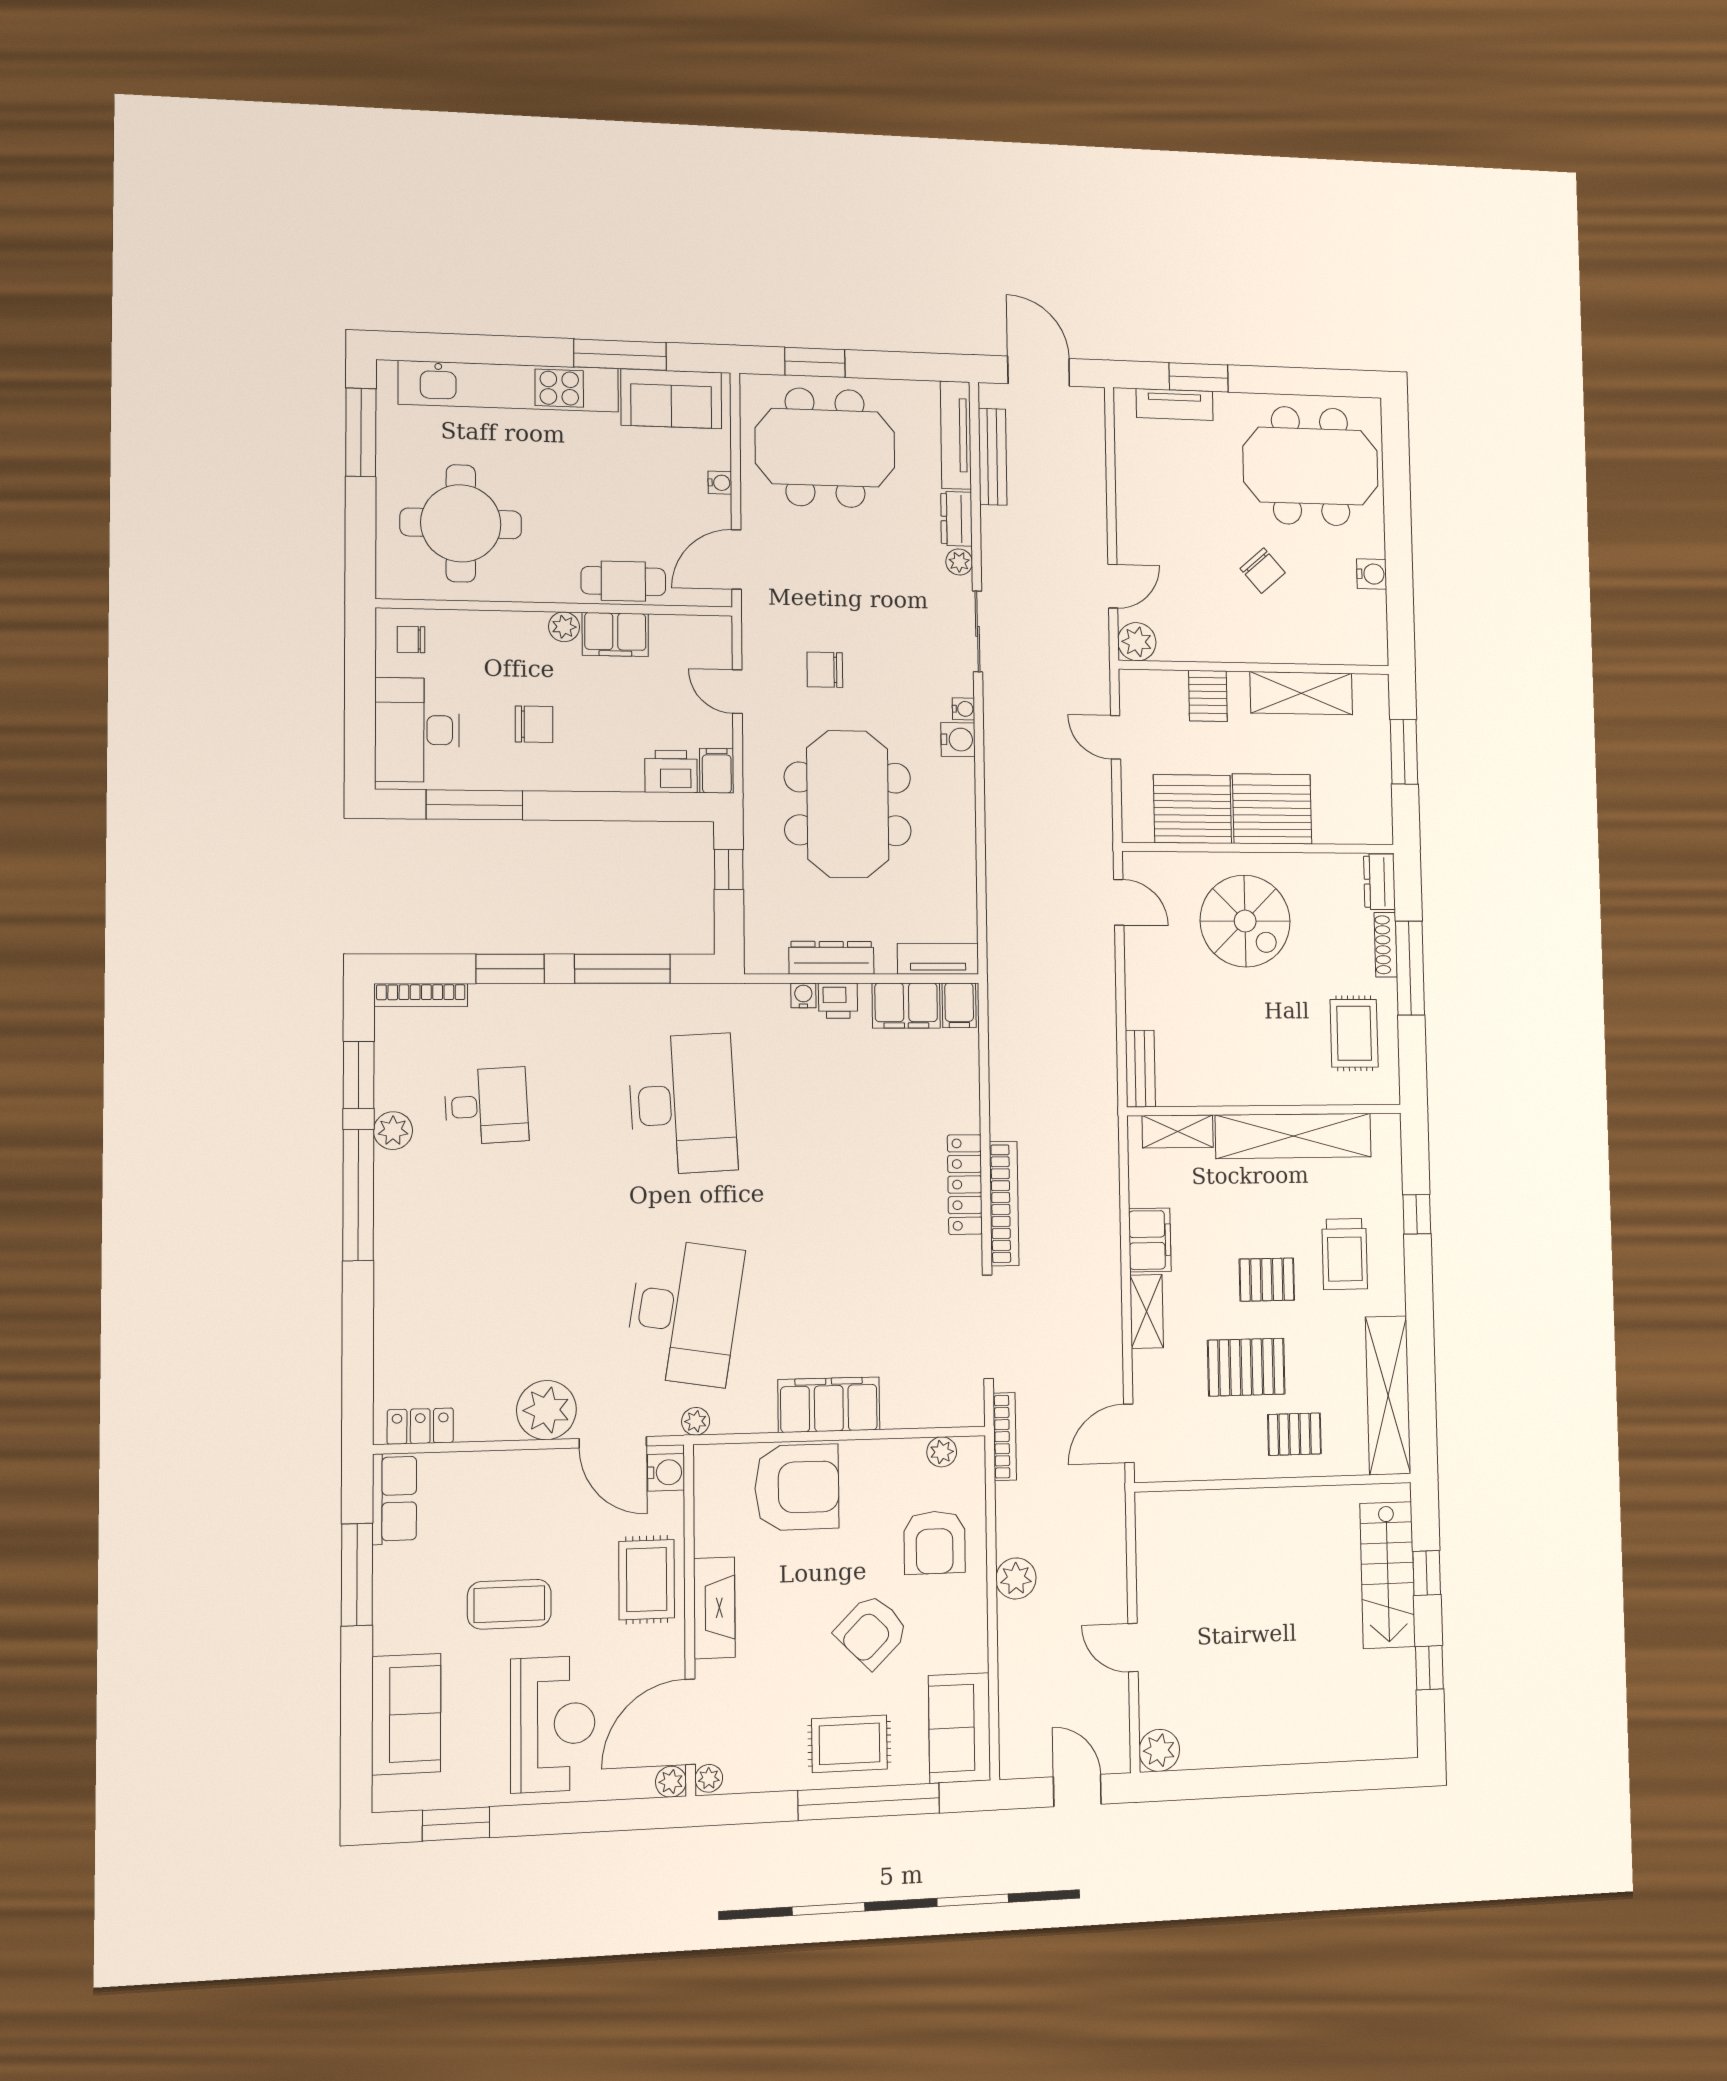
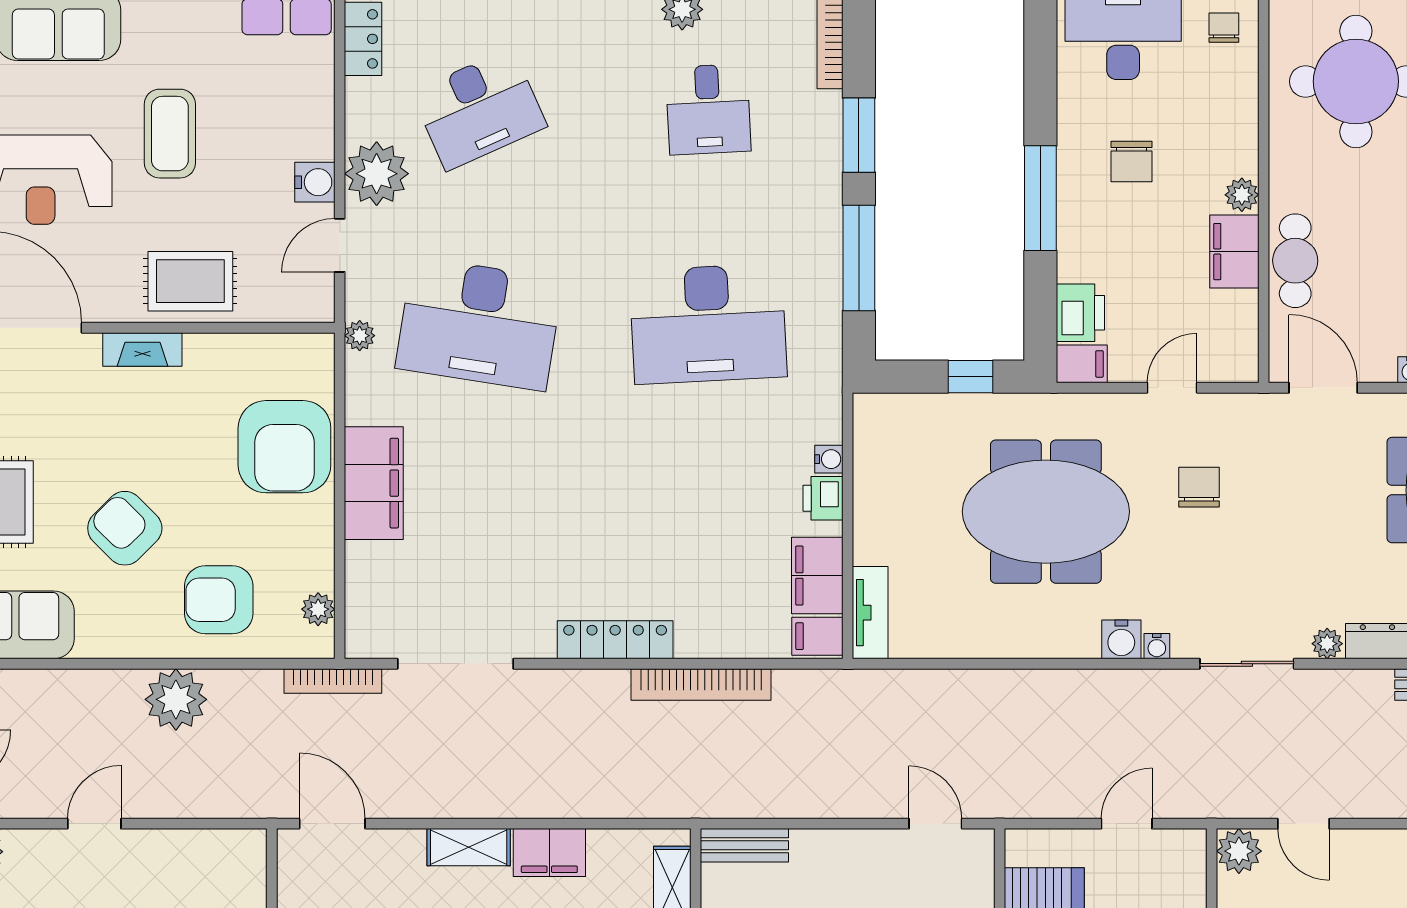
window: (475, 805) -> (1040, 198), moved
door: (1119, 902) -> (935, 824), swing flipped
dresser: (831, 958) -> (871, 491), removed
bookcase: (1004, 1203) -> (701, 684), moved
desk: (486, 1317) -> (479, 109), added
door: (613, 1442) -> (340, 245), width x0.73
water cooler: (666, 1472) -> (315, 182), moved, turned -90
plant: (1016, 1578) -> (176, 699), width x1.36, depth x1.36
fireplace: (714, 1608) -> (142, 349), width x0.73, depth x0.76

